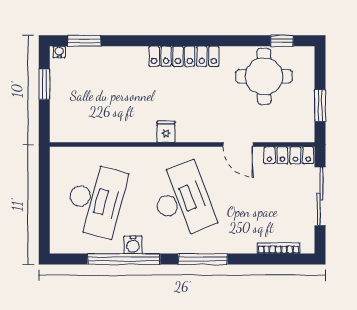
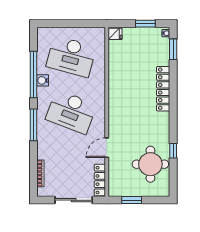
window: (282, 41) -> (173, 151), moved
locker: (184, 56) -> (163, 89), moved
fridge: (166, 132) -> (115, 34), moved
desk: (182, 200) -> (71, 112), turned 42

